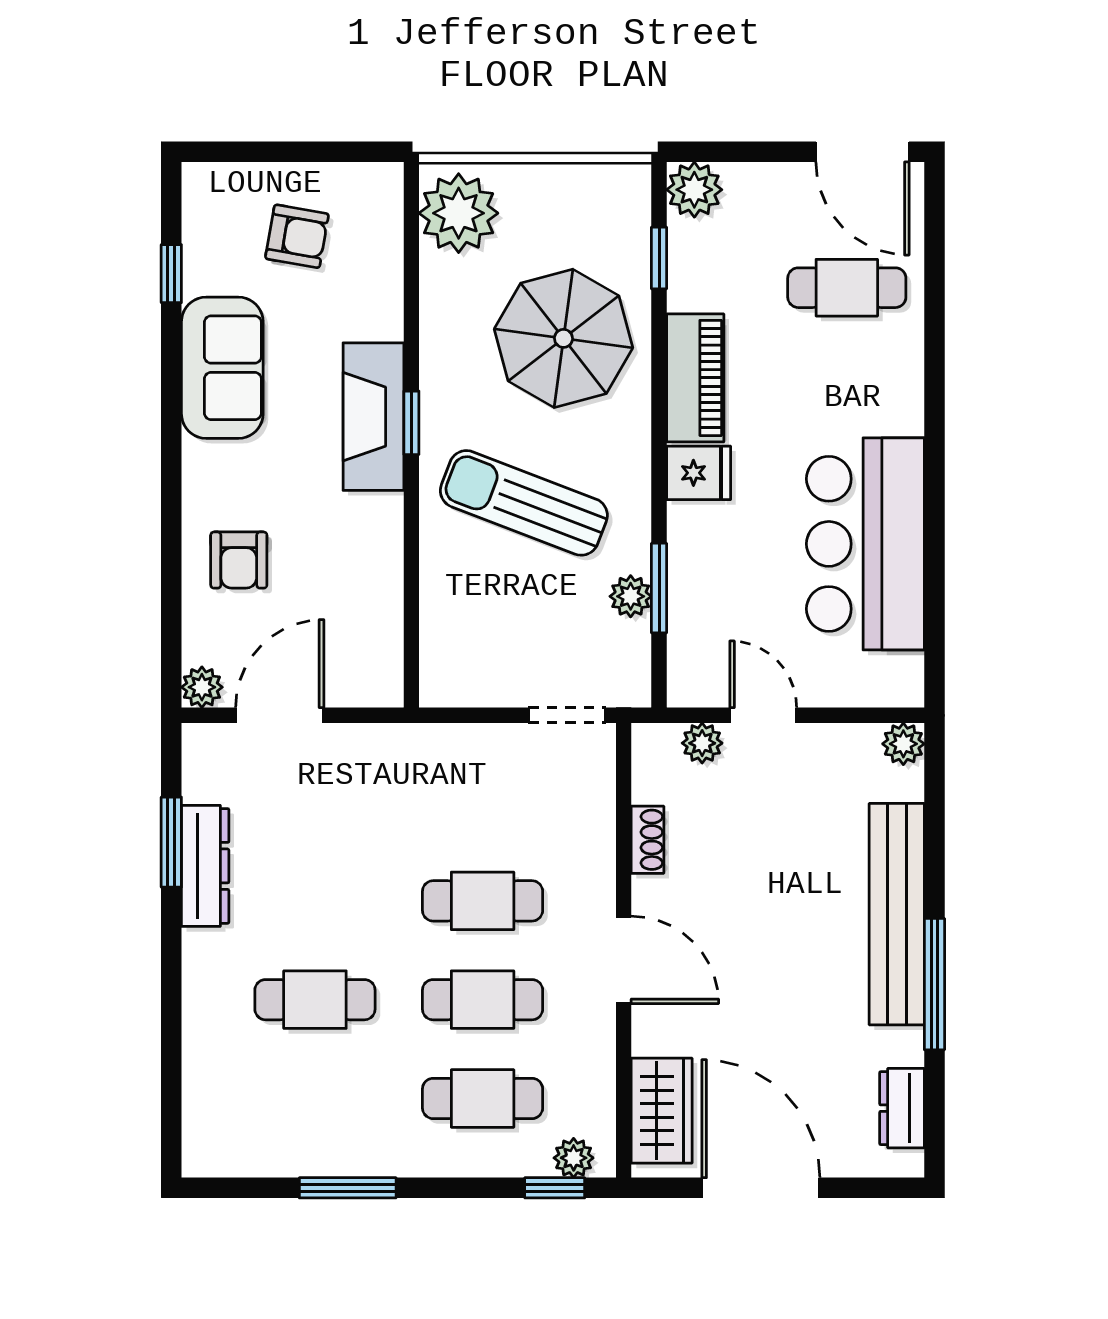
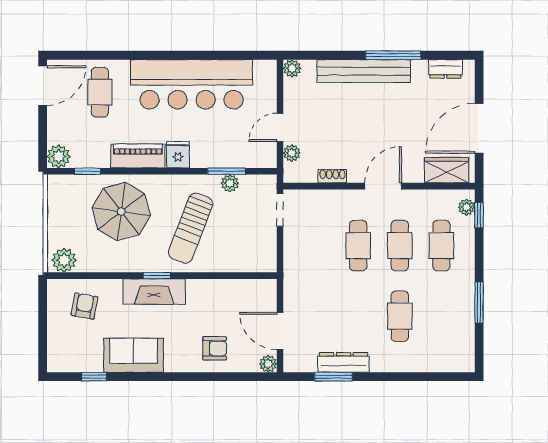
plant: (459, 213) -> (64, 260), width x0.73, depth x0.73
armchair: (297, 236) -> (84, 306), moved
bar counter: (865, 544) -> (192, 84), width x1.36

